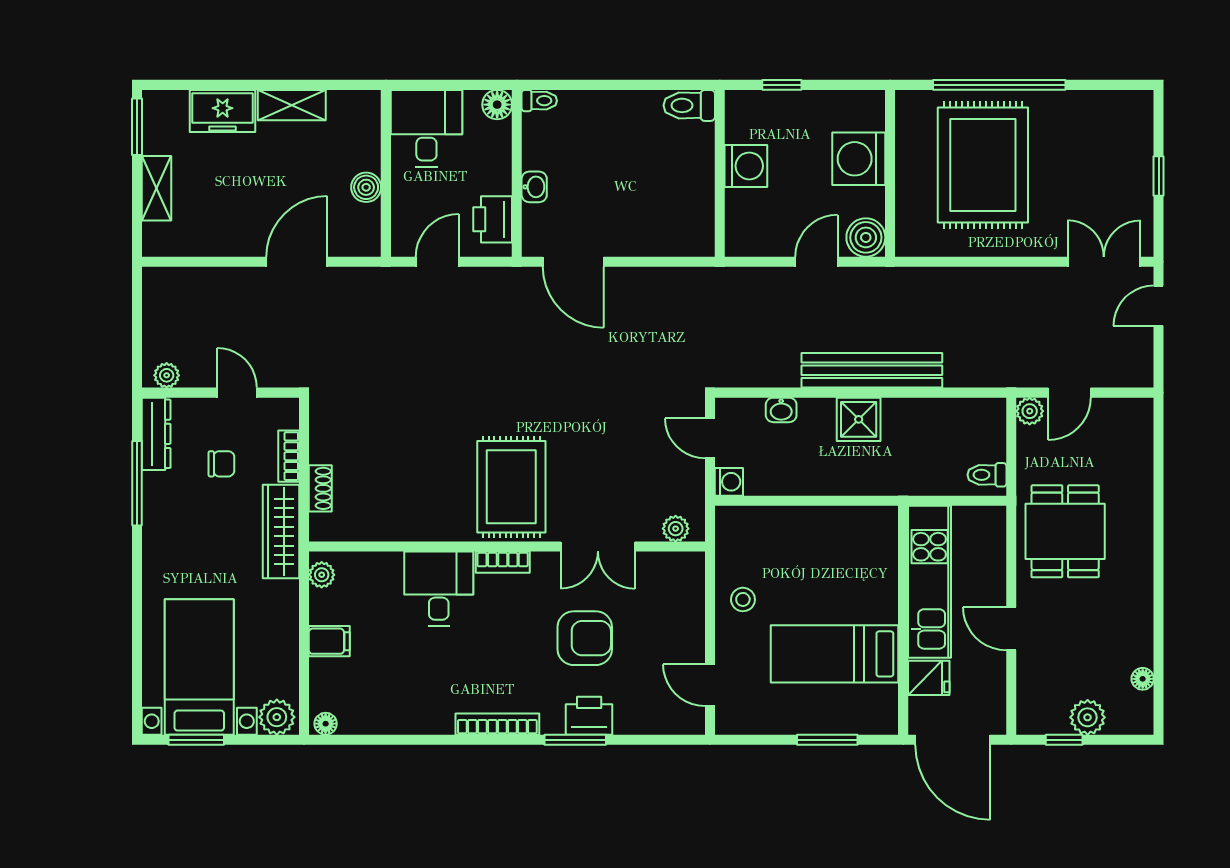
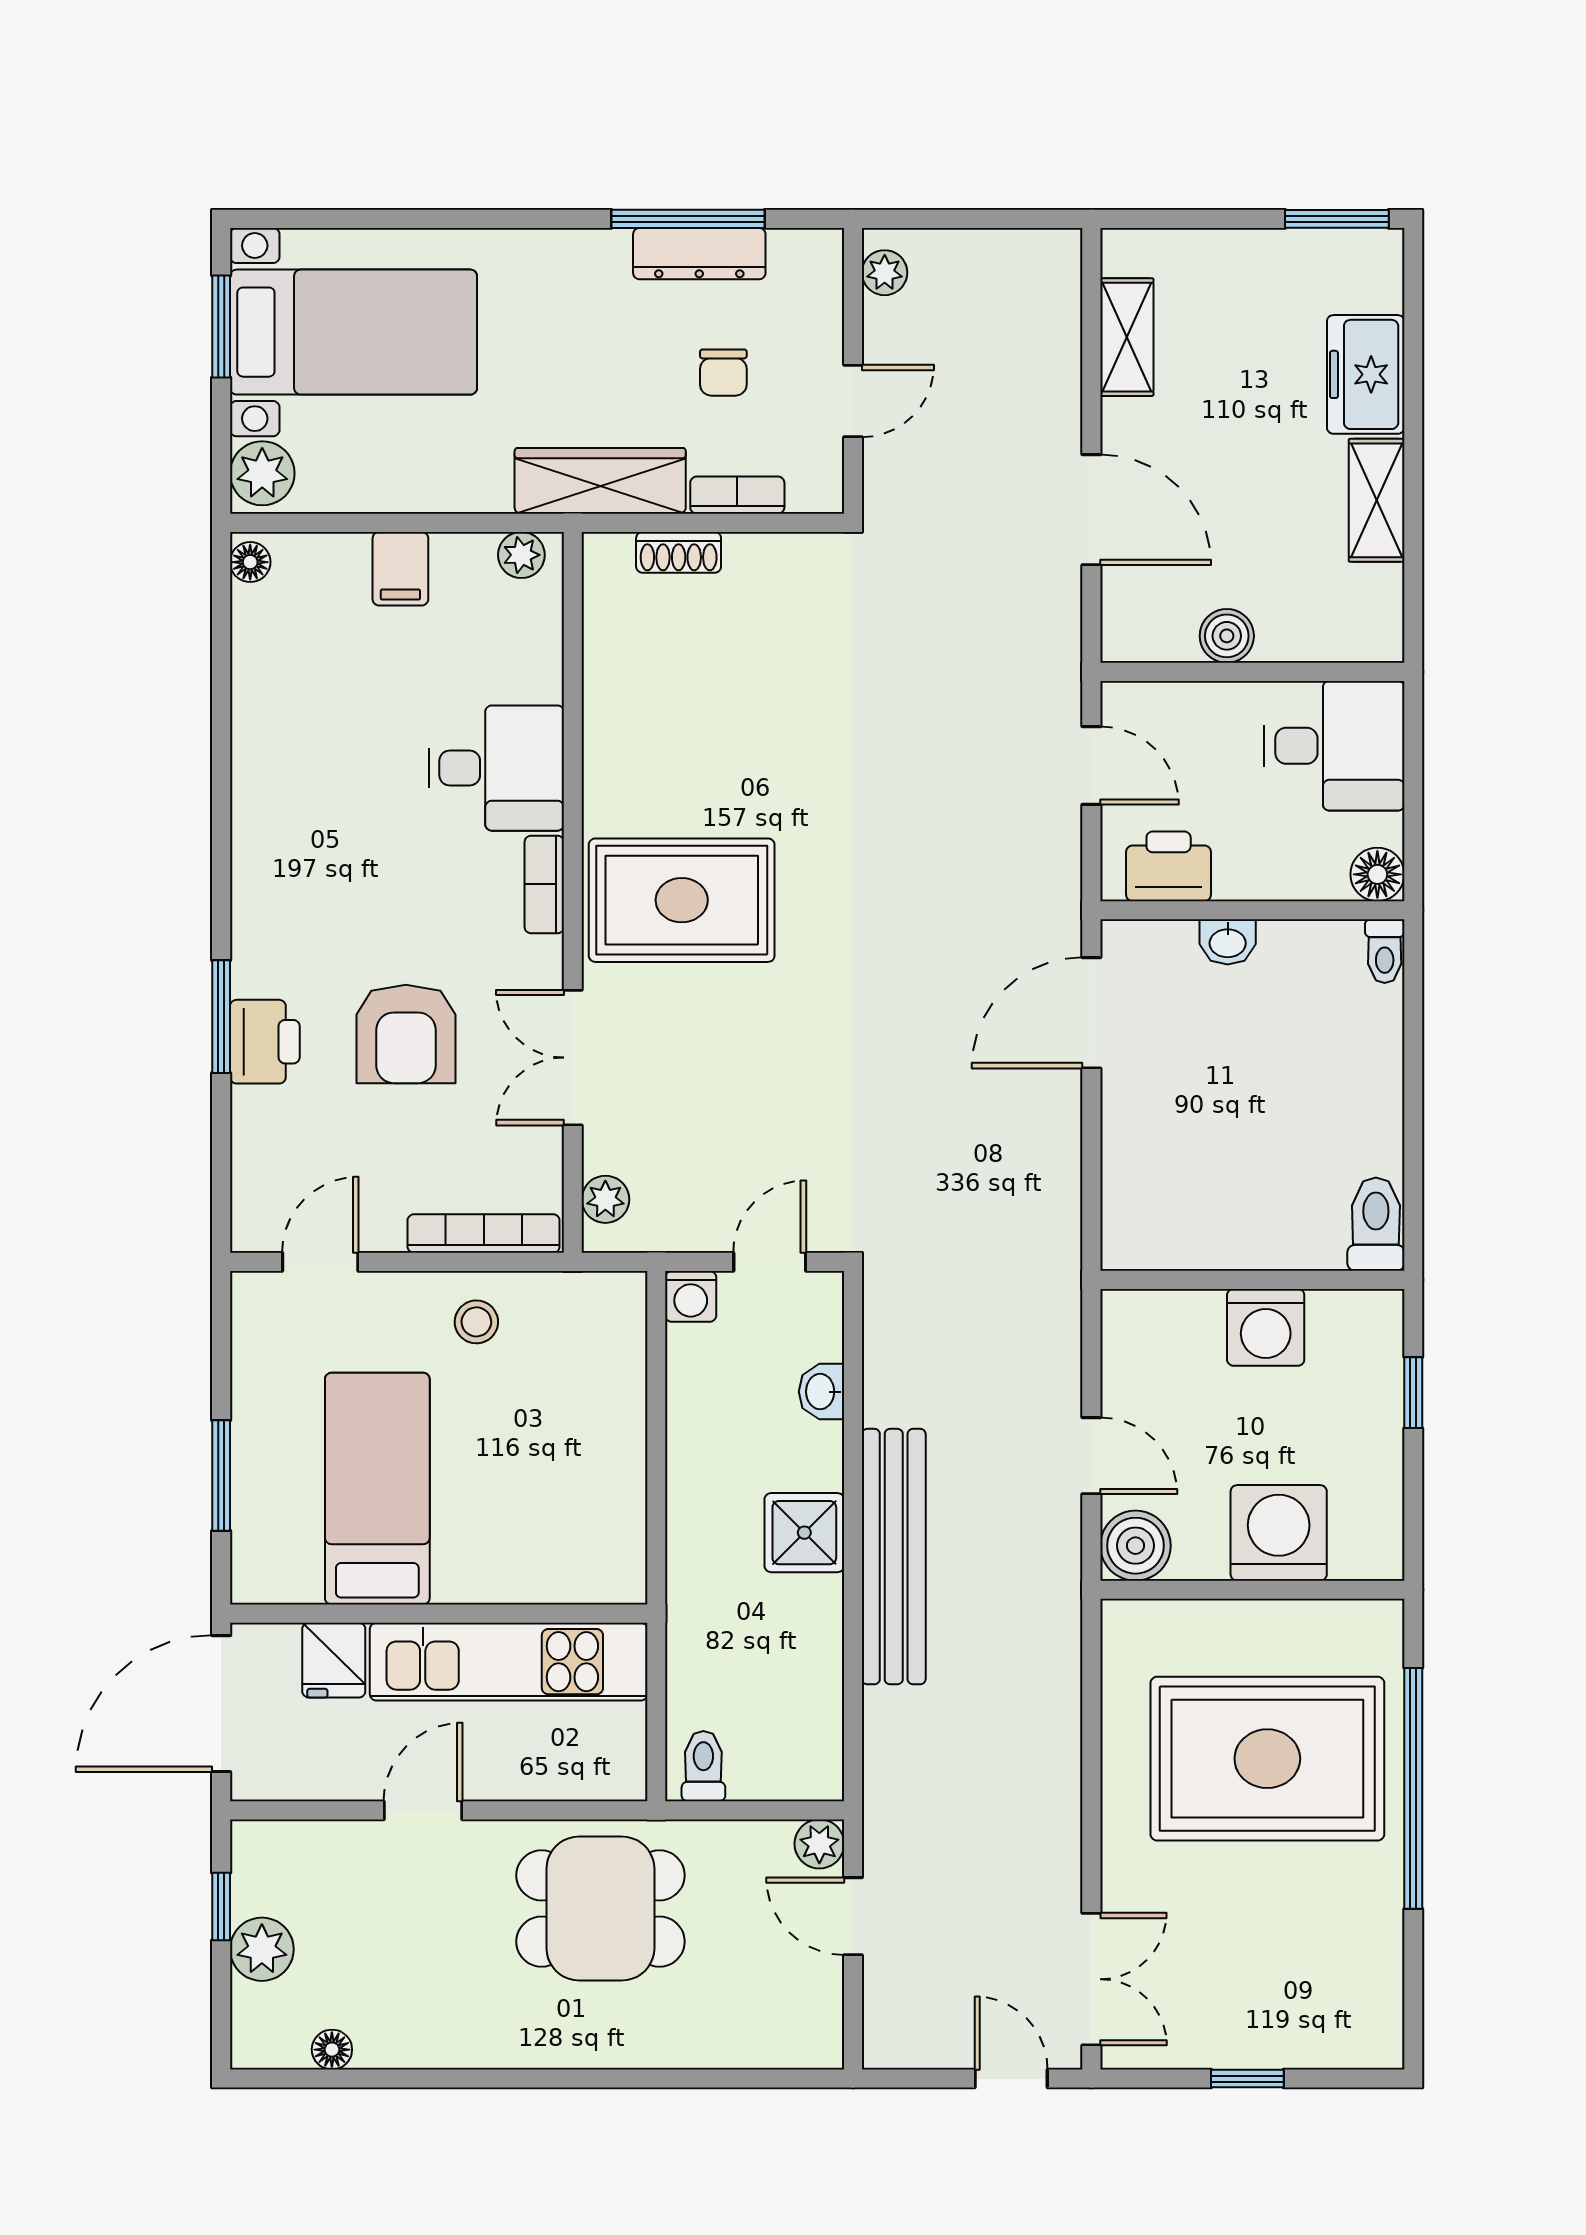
shelving: (157, 188) -> (1127, 337), moved, turned 90
dresser: (156, 434) -> (699, 254), moved
bookcase: (497, 724) -> (484, 1234), moved, turned -90

